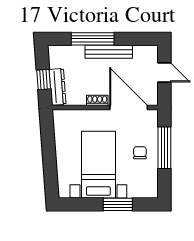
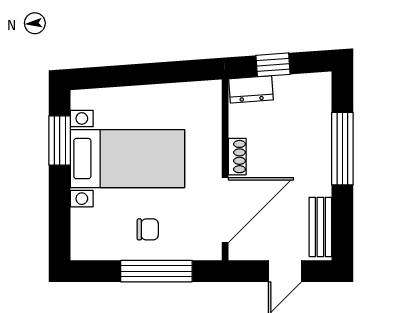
bench: (109, 52) -> (320, 227), moved, width x0.73
dresser: (58, 87) -> (251, 89), width x0.70
window: (118, 204) -> (60, 141), moved

